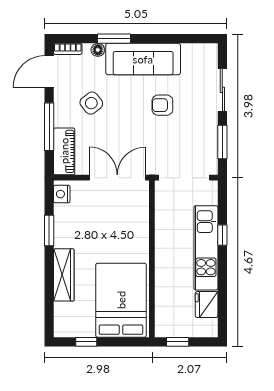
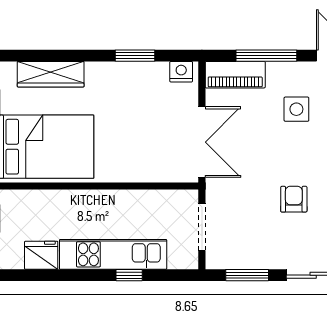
side table: (91, 103) -> (296, 109), turned 38
doorway: (184, 178) -> (202, 227), width x0.73
wardrobe: (64, 275) -> (51, 74), moved

